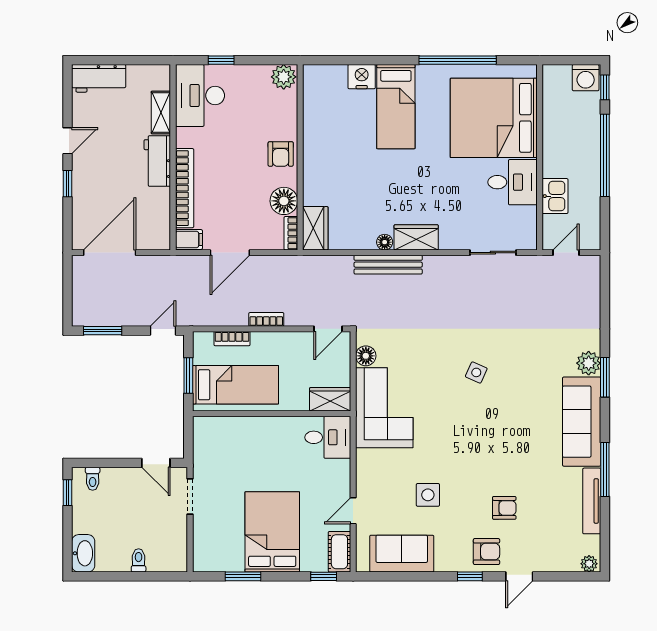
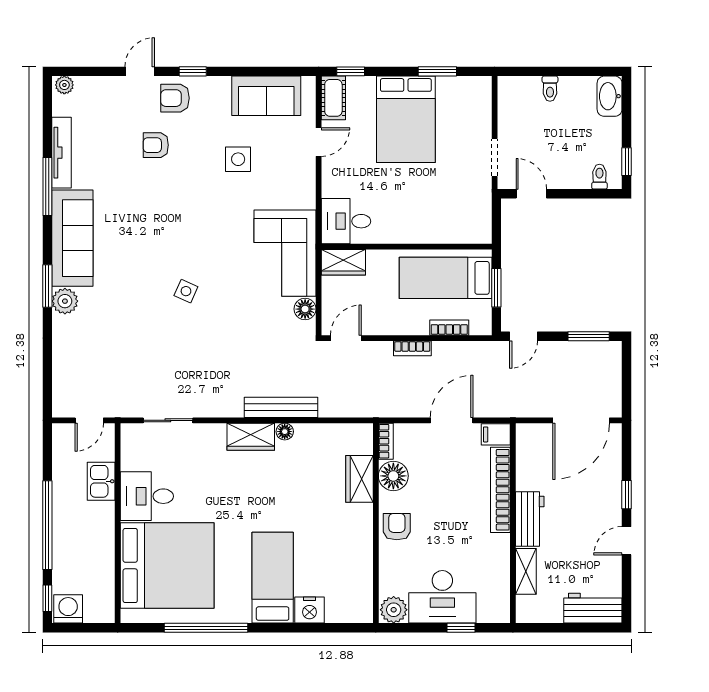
desk: (200, 95) -> (442, 597), moved, turned 90
wardrobe: (315, 228) -> (359, 479), moved

